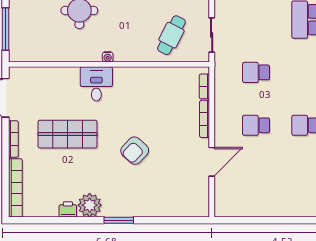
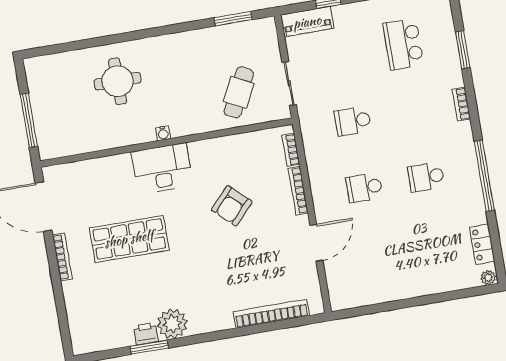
desk: (96, 84) -> (162, 169), width x1.37
armchair: (135, 151) -> (232, 206), moved
bookcase: (15, 188) -> (271, 314), moved, turned -90
window: (119, 220) -> (149, 347), moved

